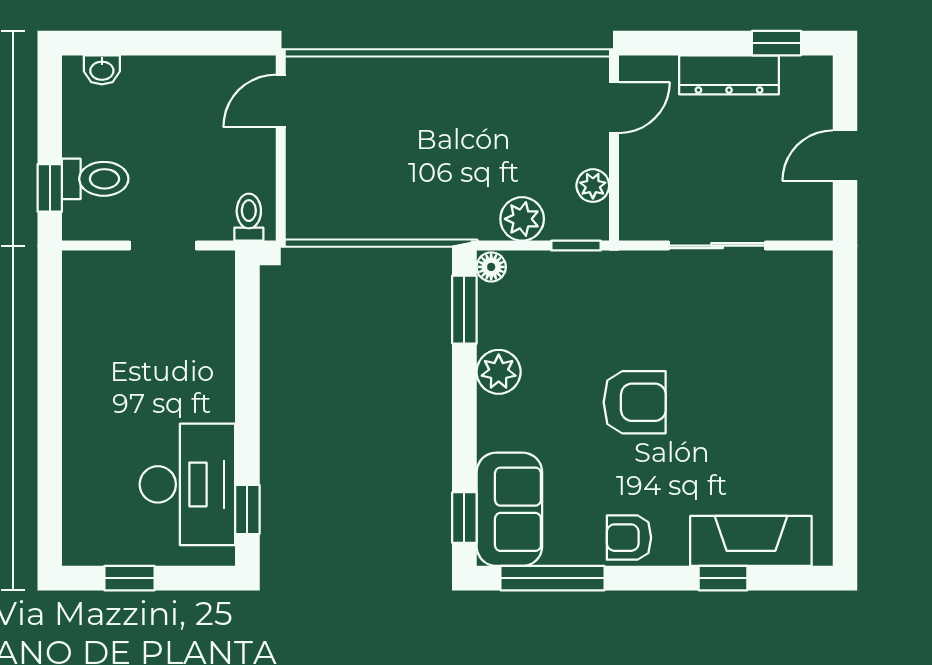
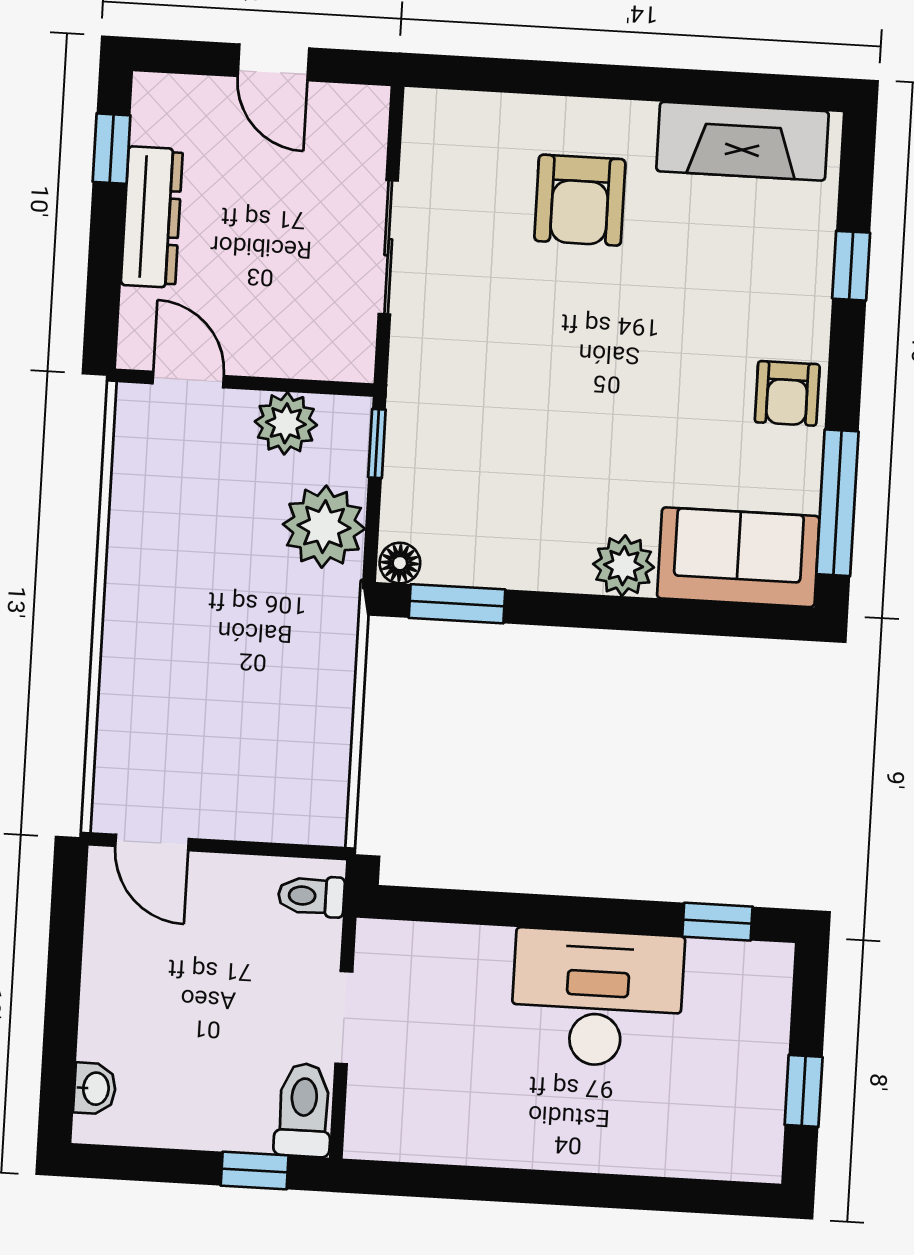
toilet: (95, 179) -> (304, 1110), moved
plant: (593, 186) -> (286, 423), width x1.38, depth x1.38
plant: (522, 219) -> (324, 527), width x1.36, depth x1.36
plant: (499, 372) -> (624, 566), moved
armchair: (635, 402) -> (580, 200), moved, turned 180
desk: (187, 484) -> (597, 998), moved
window: (464, 518) -> (746, 620), removed
fireplace: (751, 541) -> (743, 141), moved, turned -90

